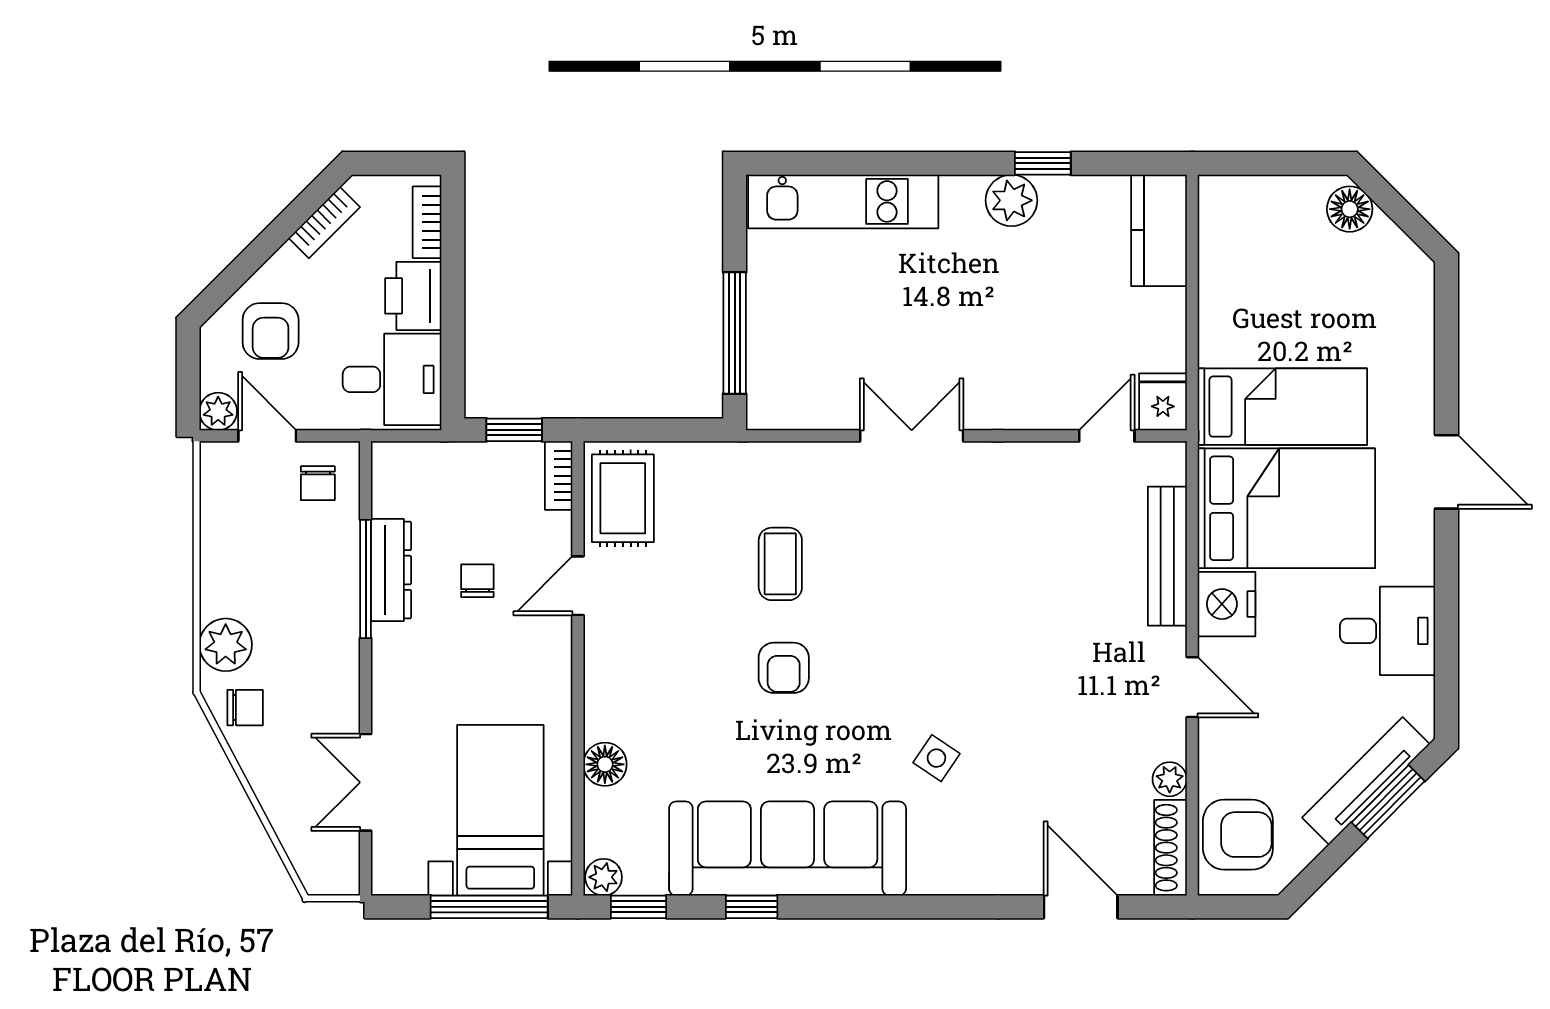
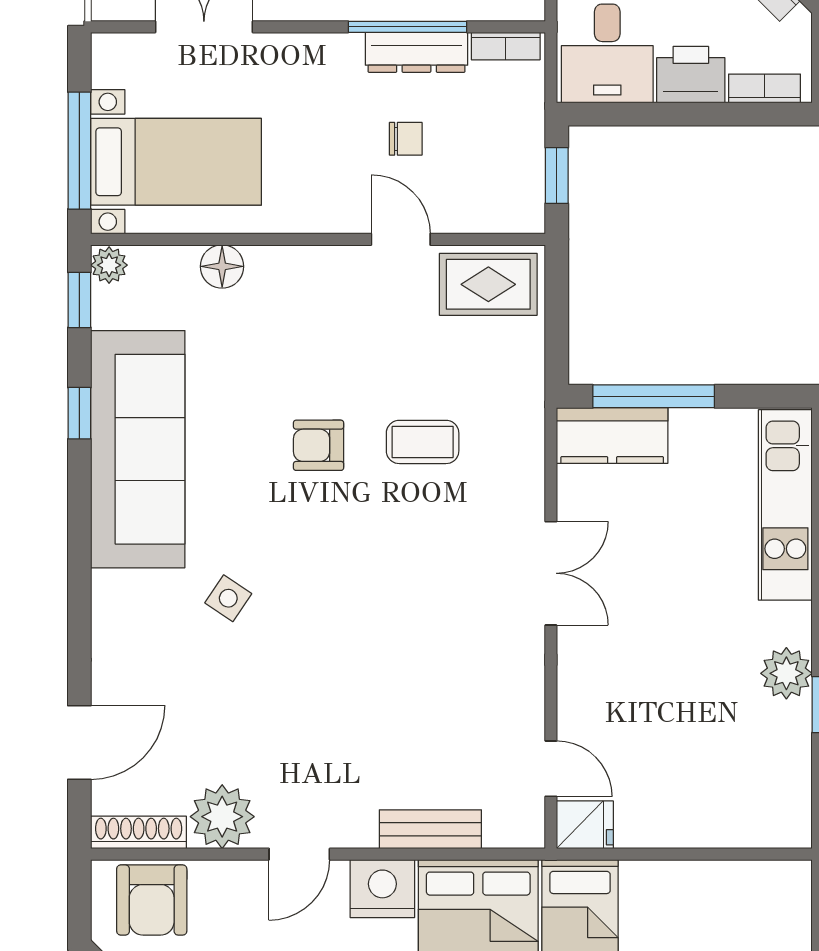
kitchen counter: (1159, 230) -> (612, 435), moved, turned 180
bookcase: (559, 476) -> (506, 46), moved, turned 180
bench: (1167, 556) -> (430, 829), width x0.73
plant: (1170, 779) -> (222, 817), width x1.88, depth x1.88

